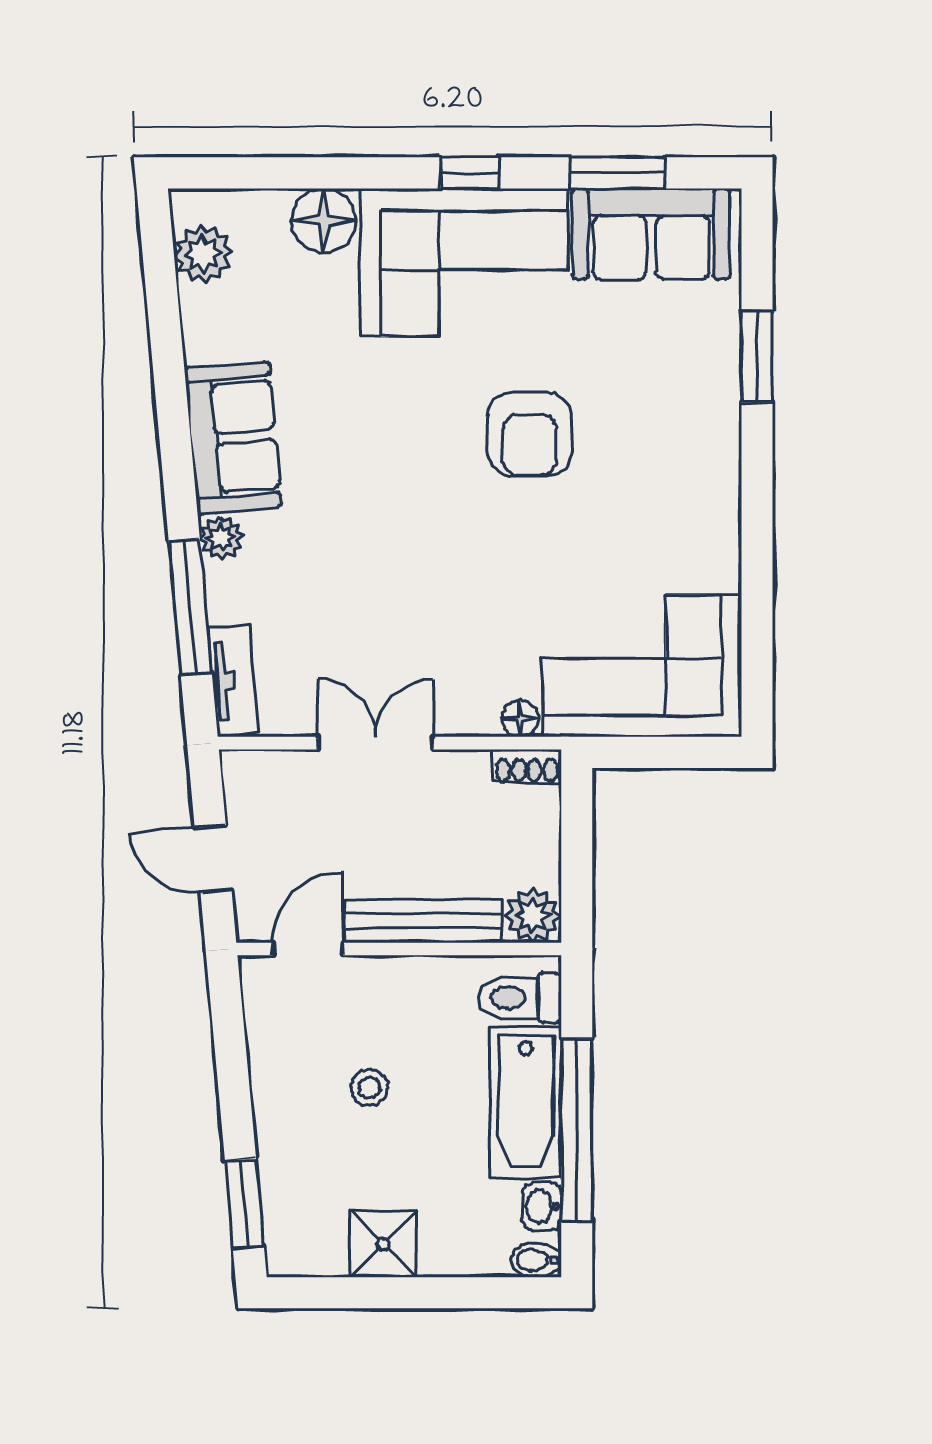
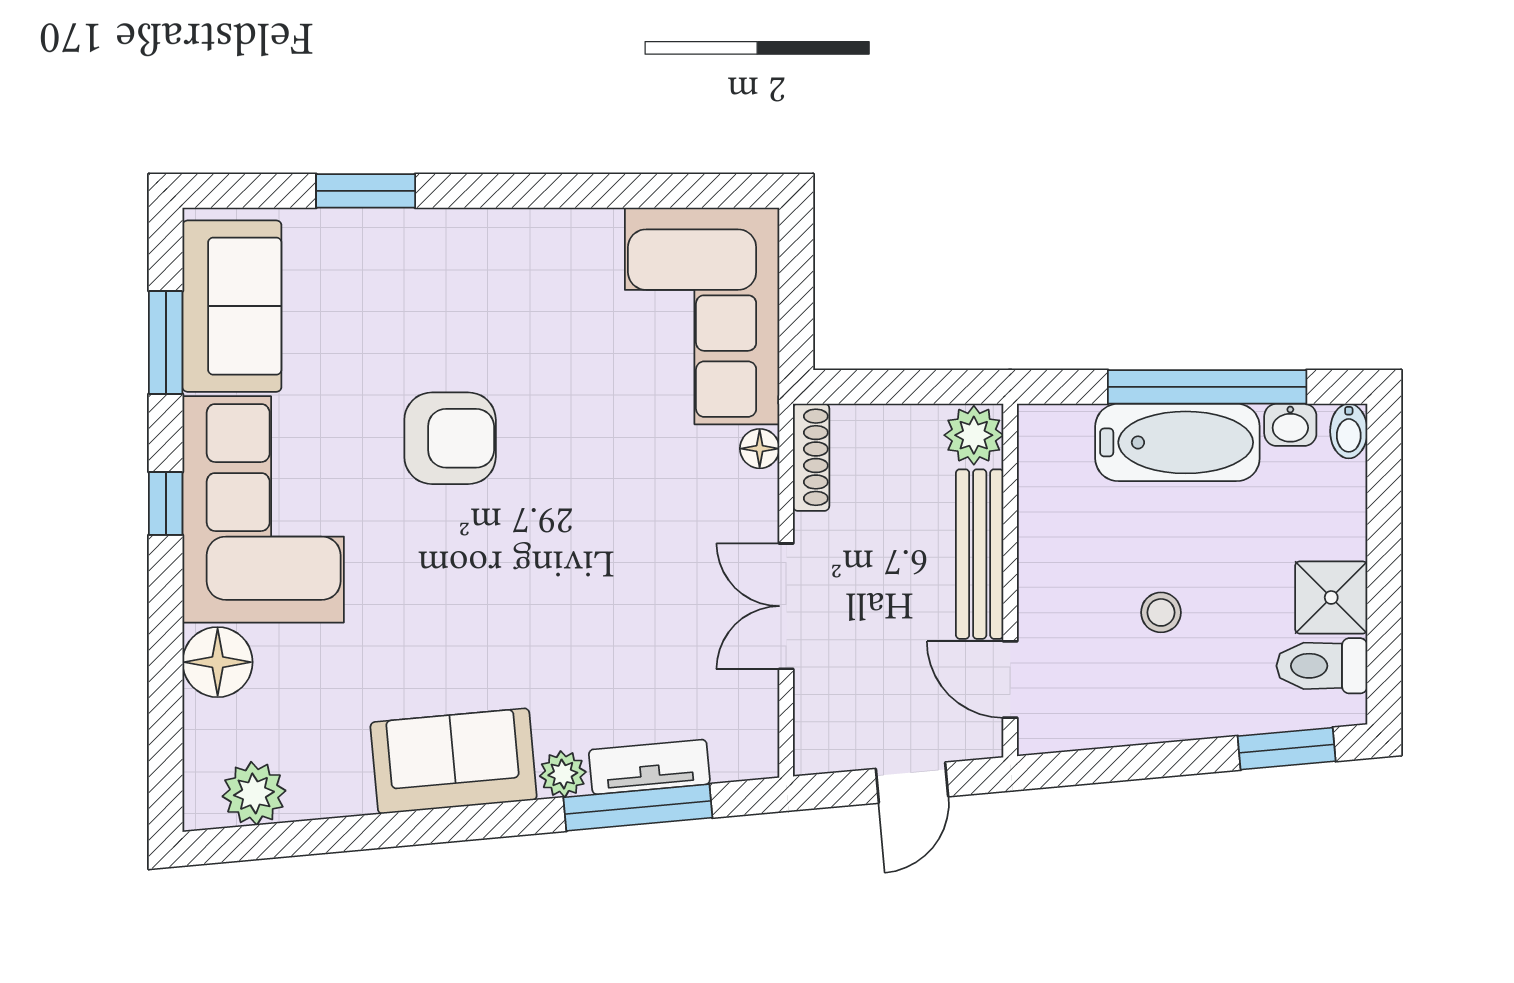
tv unit: (233, 680) -> (649, 767), moved
shoe rack: (527, 766) -> (811, 457), width x1.43
toilet: (520, 998) -> (1322, 666), moved, turned 90

